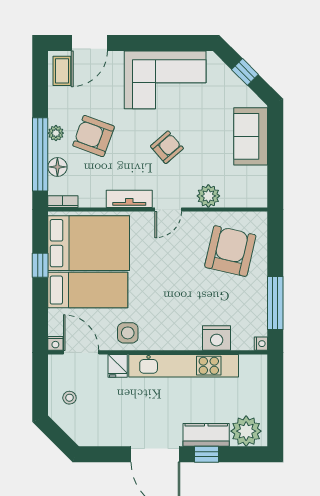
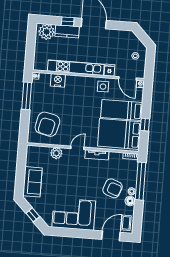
armchair: (167, 147) -> (76, 180), removed
floor lamp: (57, 167) -> (130, 201), moved

